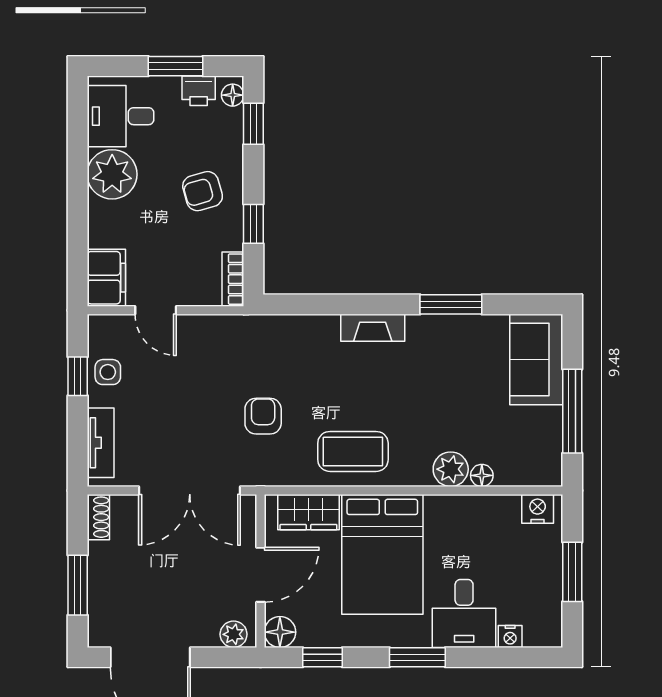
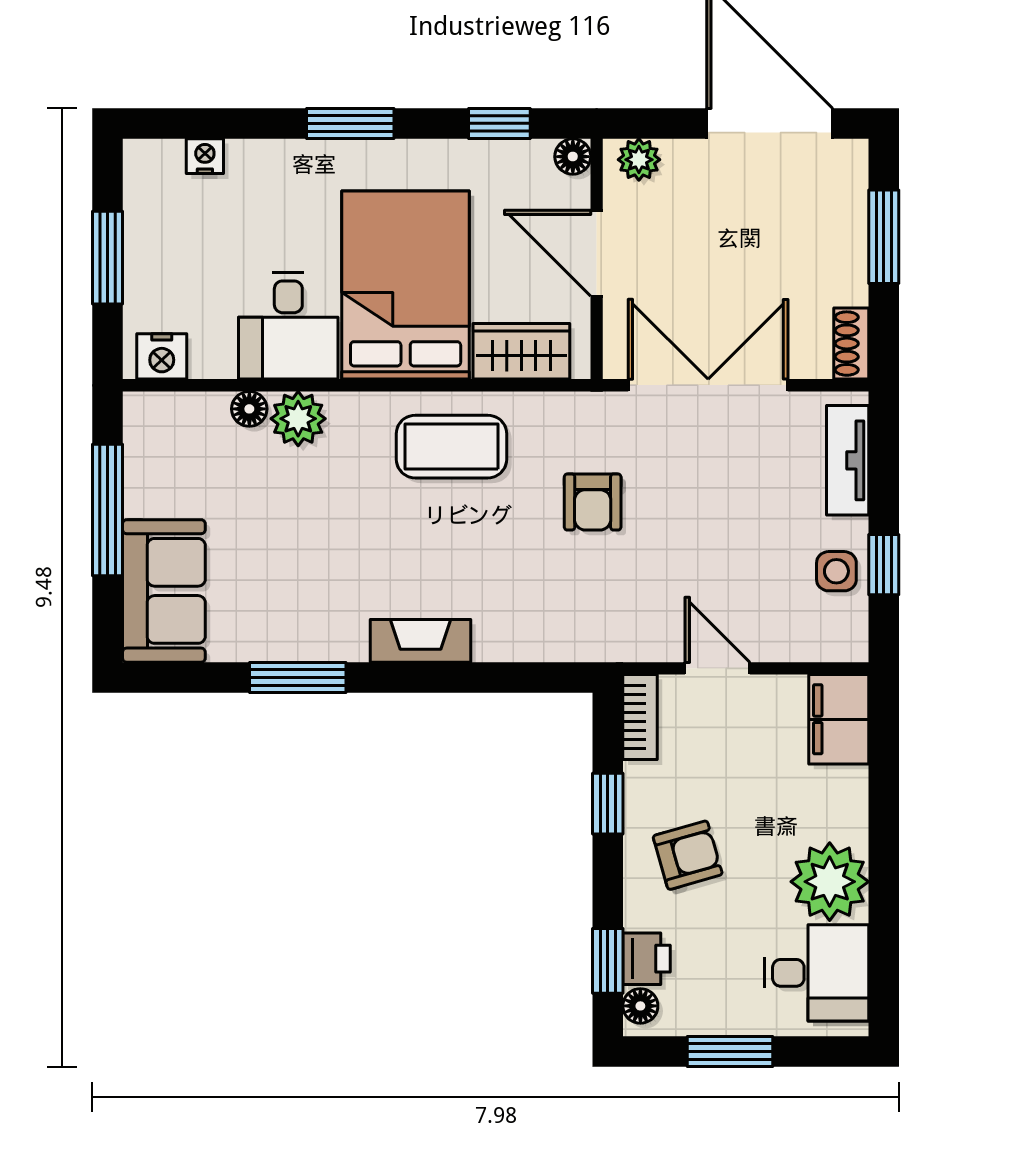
printer: (199, 91) -> (646, 959), moved, turned 90
door: (156, 310) -> (717, 668), moved
door: (260, 575) -> (597, 253), hinge flipped
desk: (464, 614) -> (288, 326), moved, turned 180
floor lamp: (280, 632) -> (573, 157), width x0.73, depth x0.73

